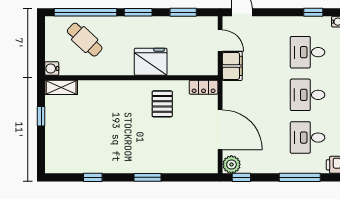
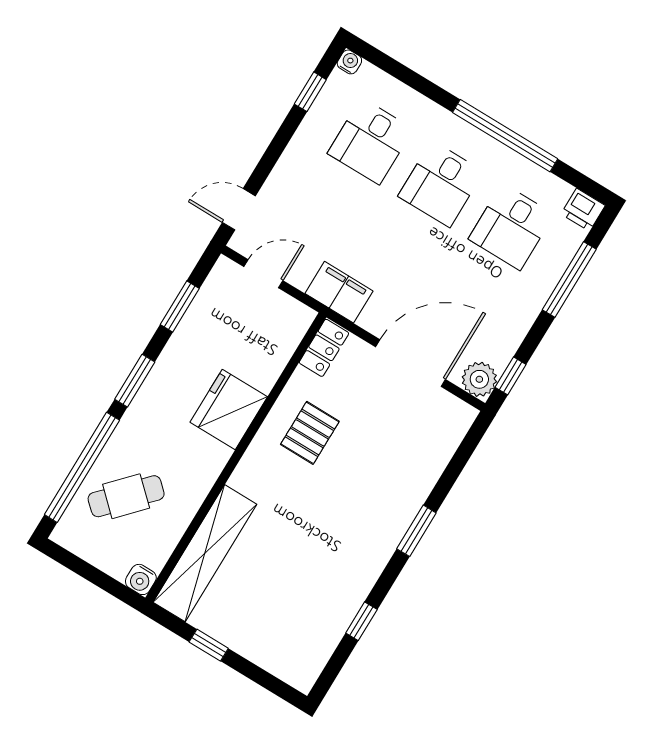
filing cabinet: (232, 66) -> (339, 292), moved
shelving: (61, 87) -> (205, 553), width x2.20, depth x1.33
pallet: (162, 104) -> (310, 433), turned 90

